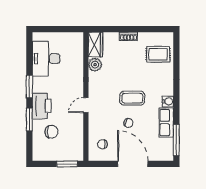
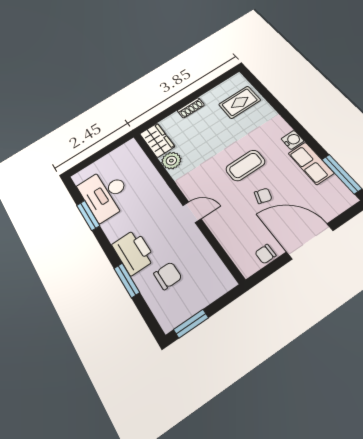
window: (29, 87) -> (88, 215), moved
door: (86, 105) -> (192, 212), swing flipped
chair: (102, 144) -> (265, 254), moved
window: (67, 164) -> (191, 324), moved

